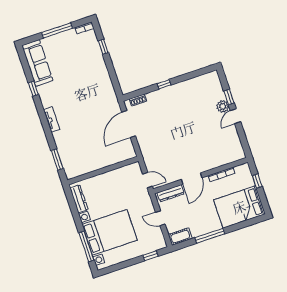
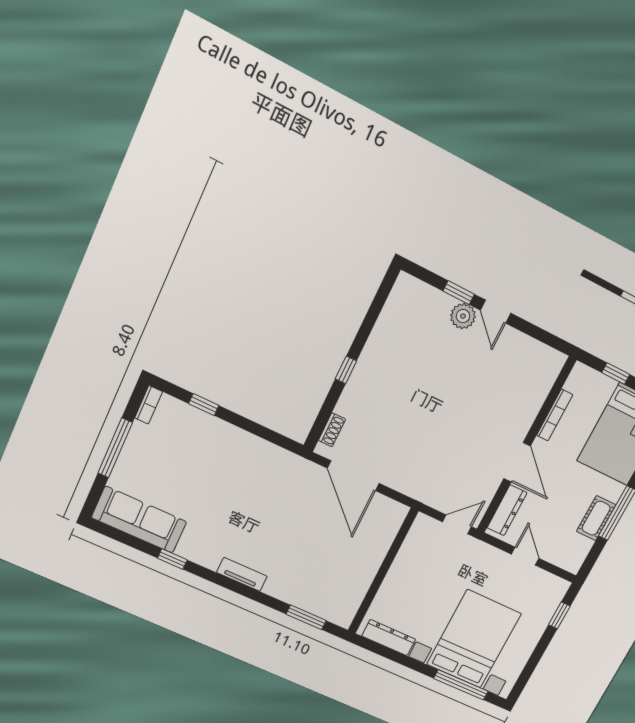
door: (160, 218) -> (525, 556), swing flipped
cot: (180, 237) -> (596, 518), moved

